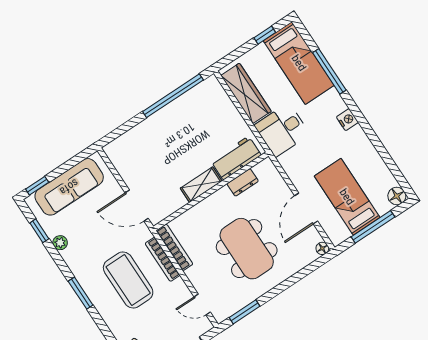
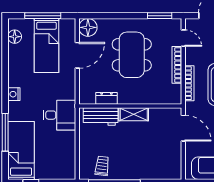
wardrobe: (246, 93) -> (67, 153), removed
trolley: (198, 105) -> (102, 166), added
floor lamp: (397, 196) -> (15, 37), moved
bookcase: (174, 247) -> (177, 65), moved
floor lamp: (322, 248) -> (88, 27), width x1.89, depth x1.89

